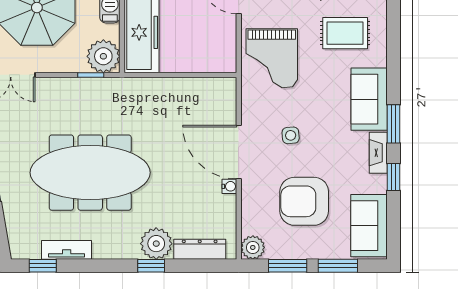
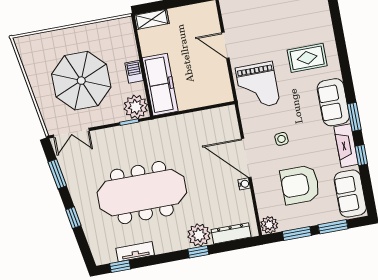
fireplace: (378, 153) -> (346, 146), width x1.37, depth x1.32

